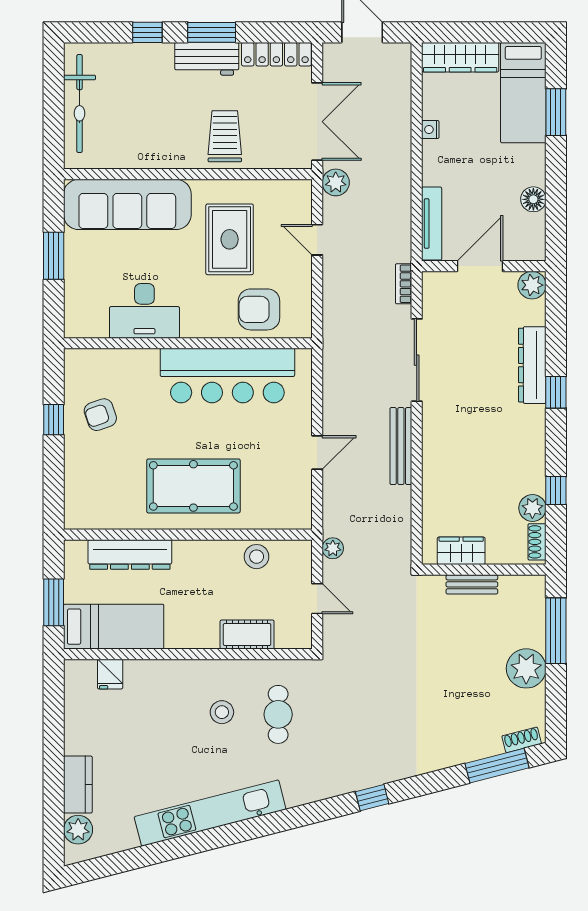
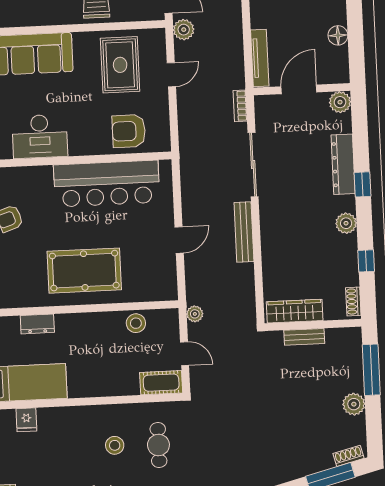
rug: (230, 239) -> (120, 65), moved
door: (317, 240) -> (171, 75), swing flipped
plant: (532, 508) -> (346, 223), moved
wardrobe: (461, 551) -> (295, 311), width x1.50
dresser: (130, 555) -> (37, 324), width x0.51, depth x0.80
cot: (247, 634) -> (161, 383), moved
plant: (526, 668) -> (354, 404), width x0.73, depth x0.73

